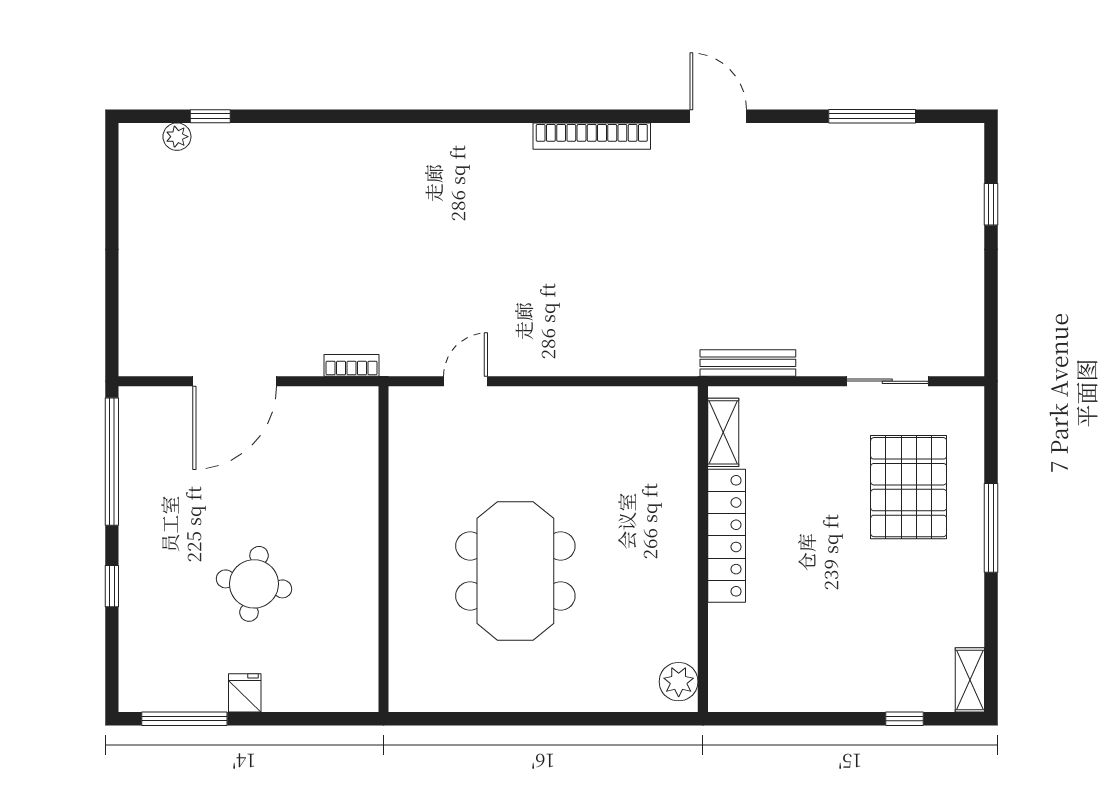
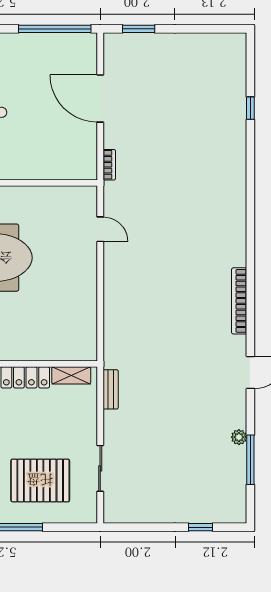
window: (210, 116) -> (250, 108), moved
plant: (177, 137) -> (239, 437), moved
window: (112, 314) -> (139, 29), added
bench: (748, 363) -> (111, 389), width x0.73

